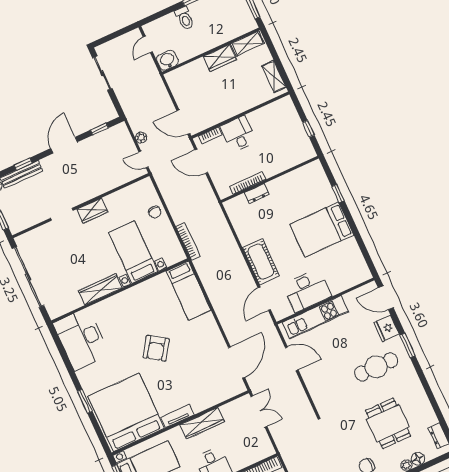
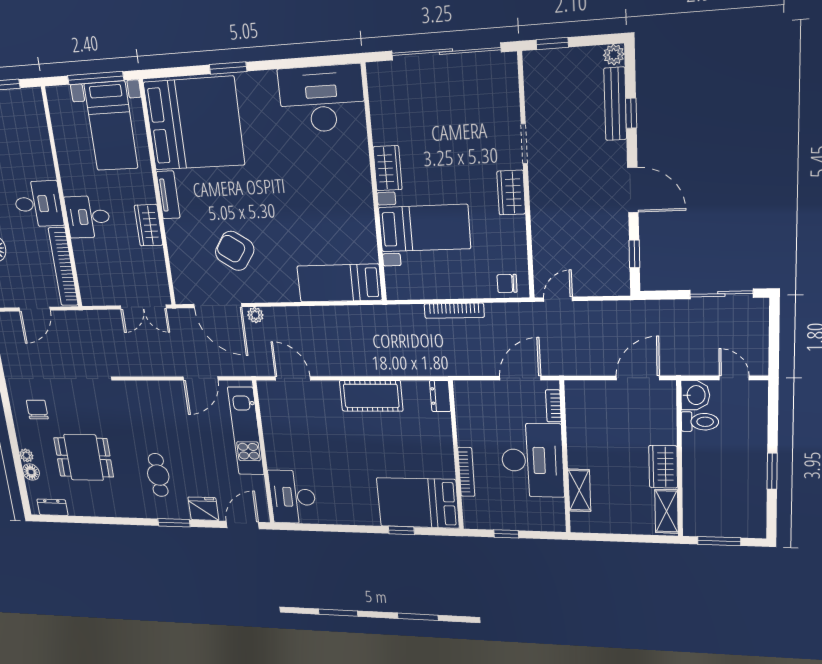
toilet: (185, 18) -> (700, 422), moved, turned 180
shelving: (274, 77) -> (579, 490), moved, turned 90
door: (183, 122) -> (638, 378), moved
desk: (238, 134) -> (532, 460), width x1.87, depth x1.30
plant: (141, 137) -> (255, 315), moved
bookcase: (248, 183) -> (466, 472), moved
dresser: (257, 193) -> (440, 396), moved
chair: (155, 212) -> (507, 283), moved
bed: (322, 230) -> (418, 503), moved, turned -90
bookcase: (188, 241) -> (454, 311), moved
cot: (261, 262) -> (371, 396), moved
wardrobe: (100, 289) -> (388, 168), width x0.67
desk: (307, 290) -> (292, 497), moved
armchair: (156, 348) -> (235, 251), moved
cafe table: (376, 367) -> (158, 475), width x0.73, depth x0.74
wardrobe: (202, 423) -> (149, 225), width x0.67

